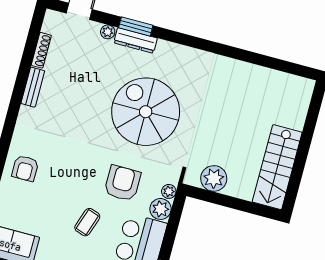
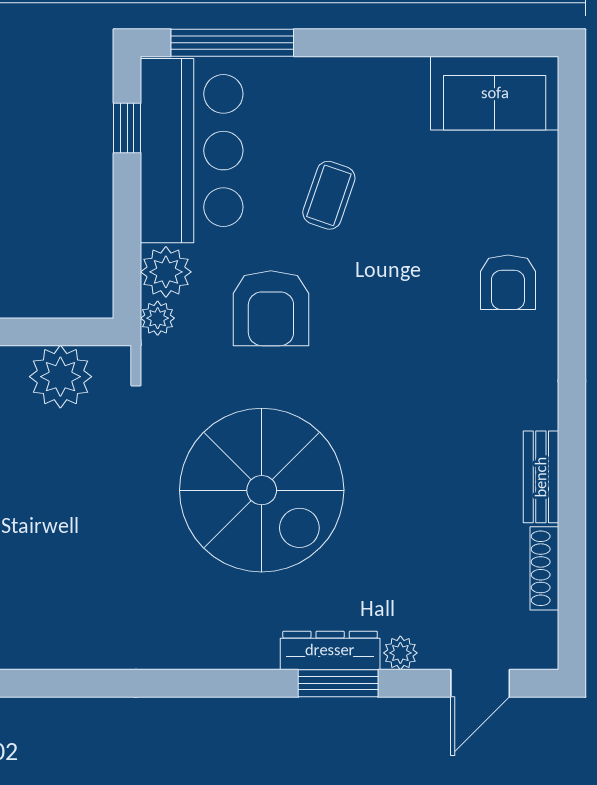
armchair: (25, 168) -> (508, 282), turned 180

